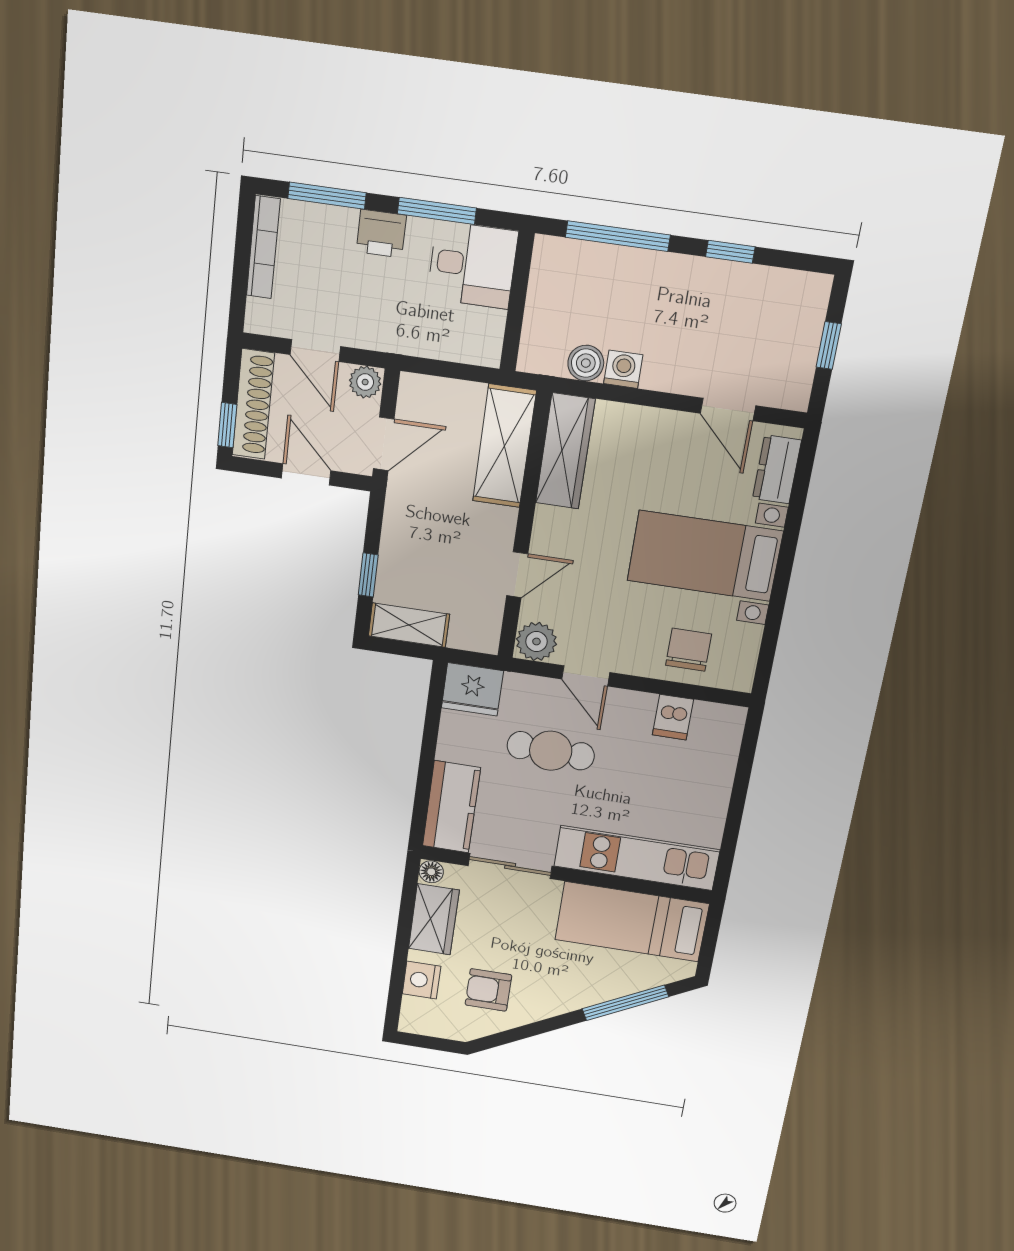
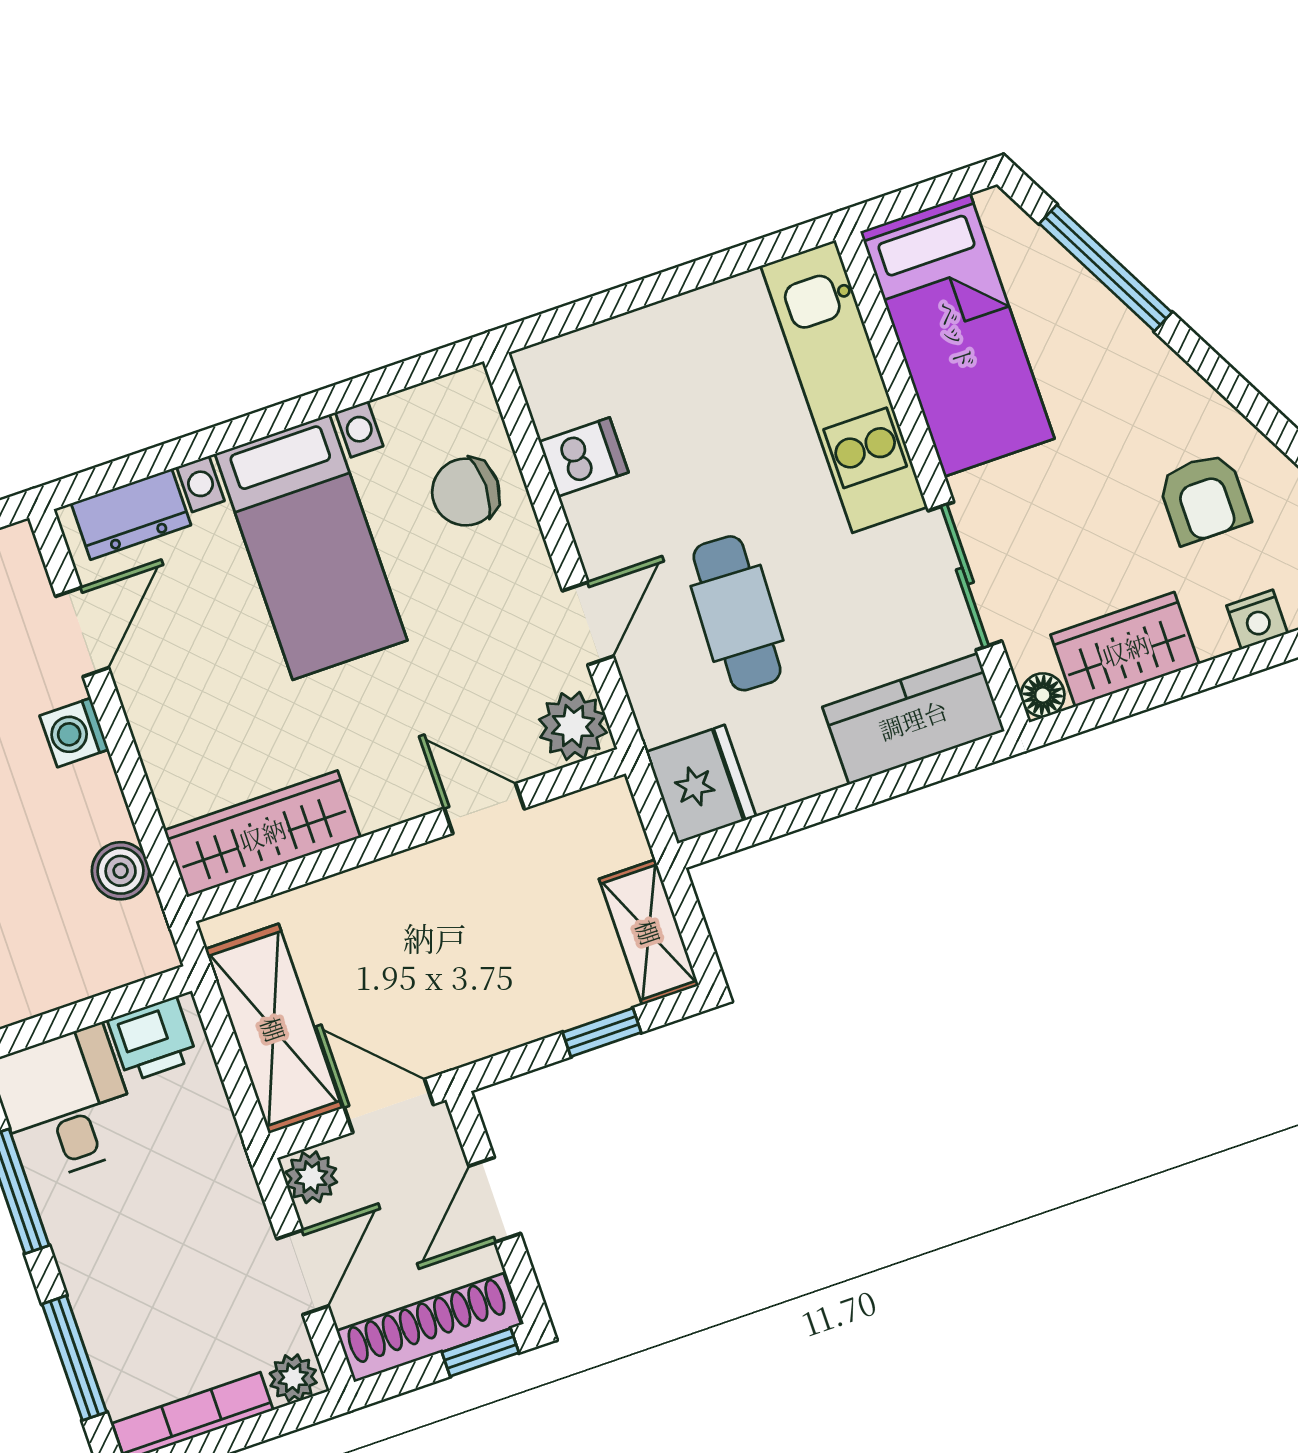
printer: (381, 234) -> (153, 1039), moved, turned 90
plant: (259, 315) -> (293, 1378), added
washing machine: (623, 369) -> (74, 733), moved
shelving: (504, 446) -> (274, 1029), moved, turned 90
nightstand: (422, 980) -> (1257, 620), width x0.72, depth x0.74

